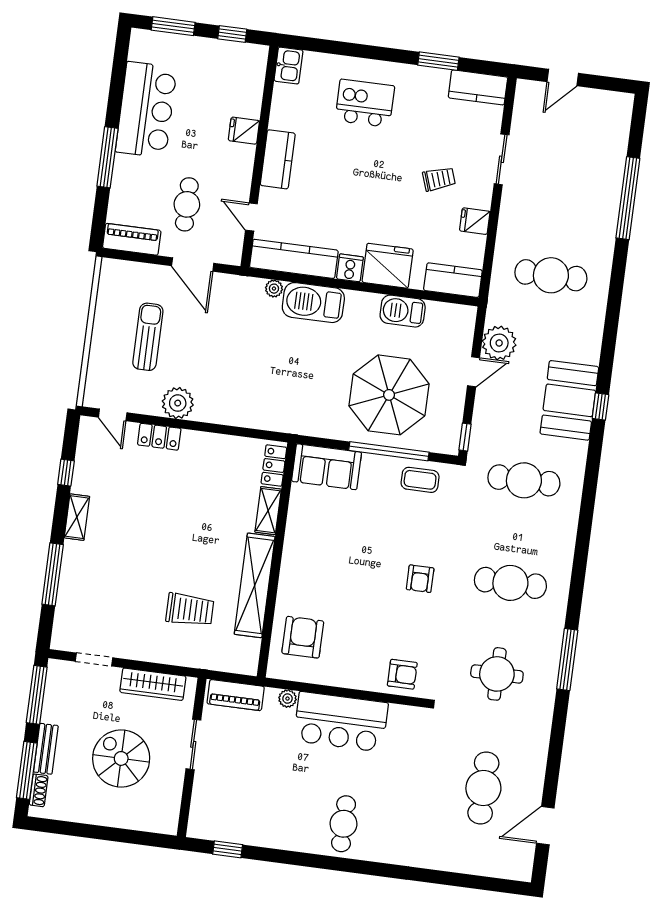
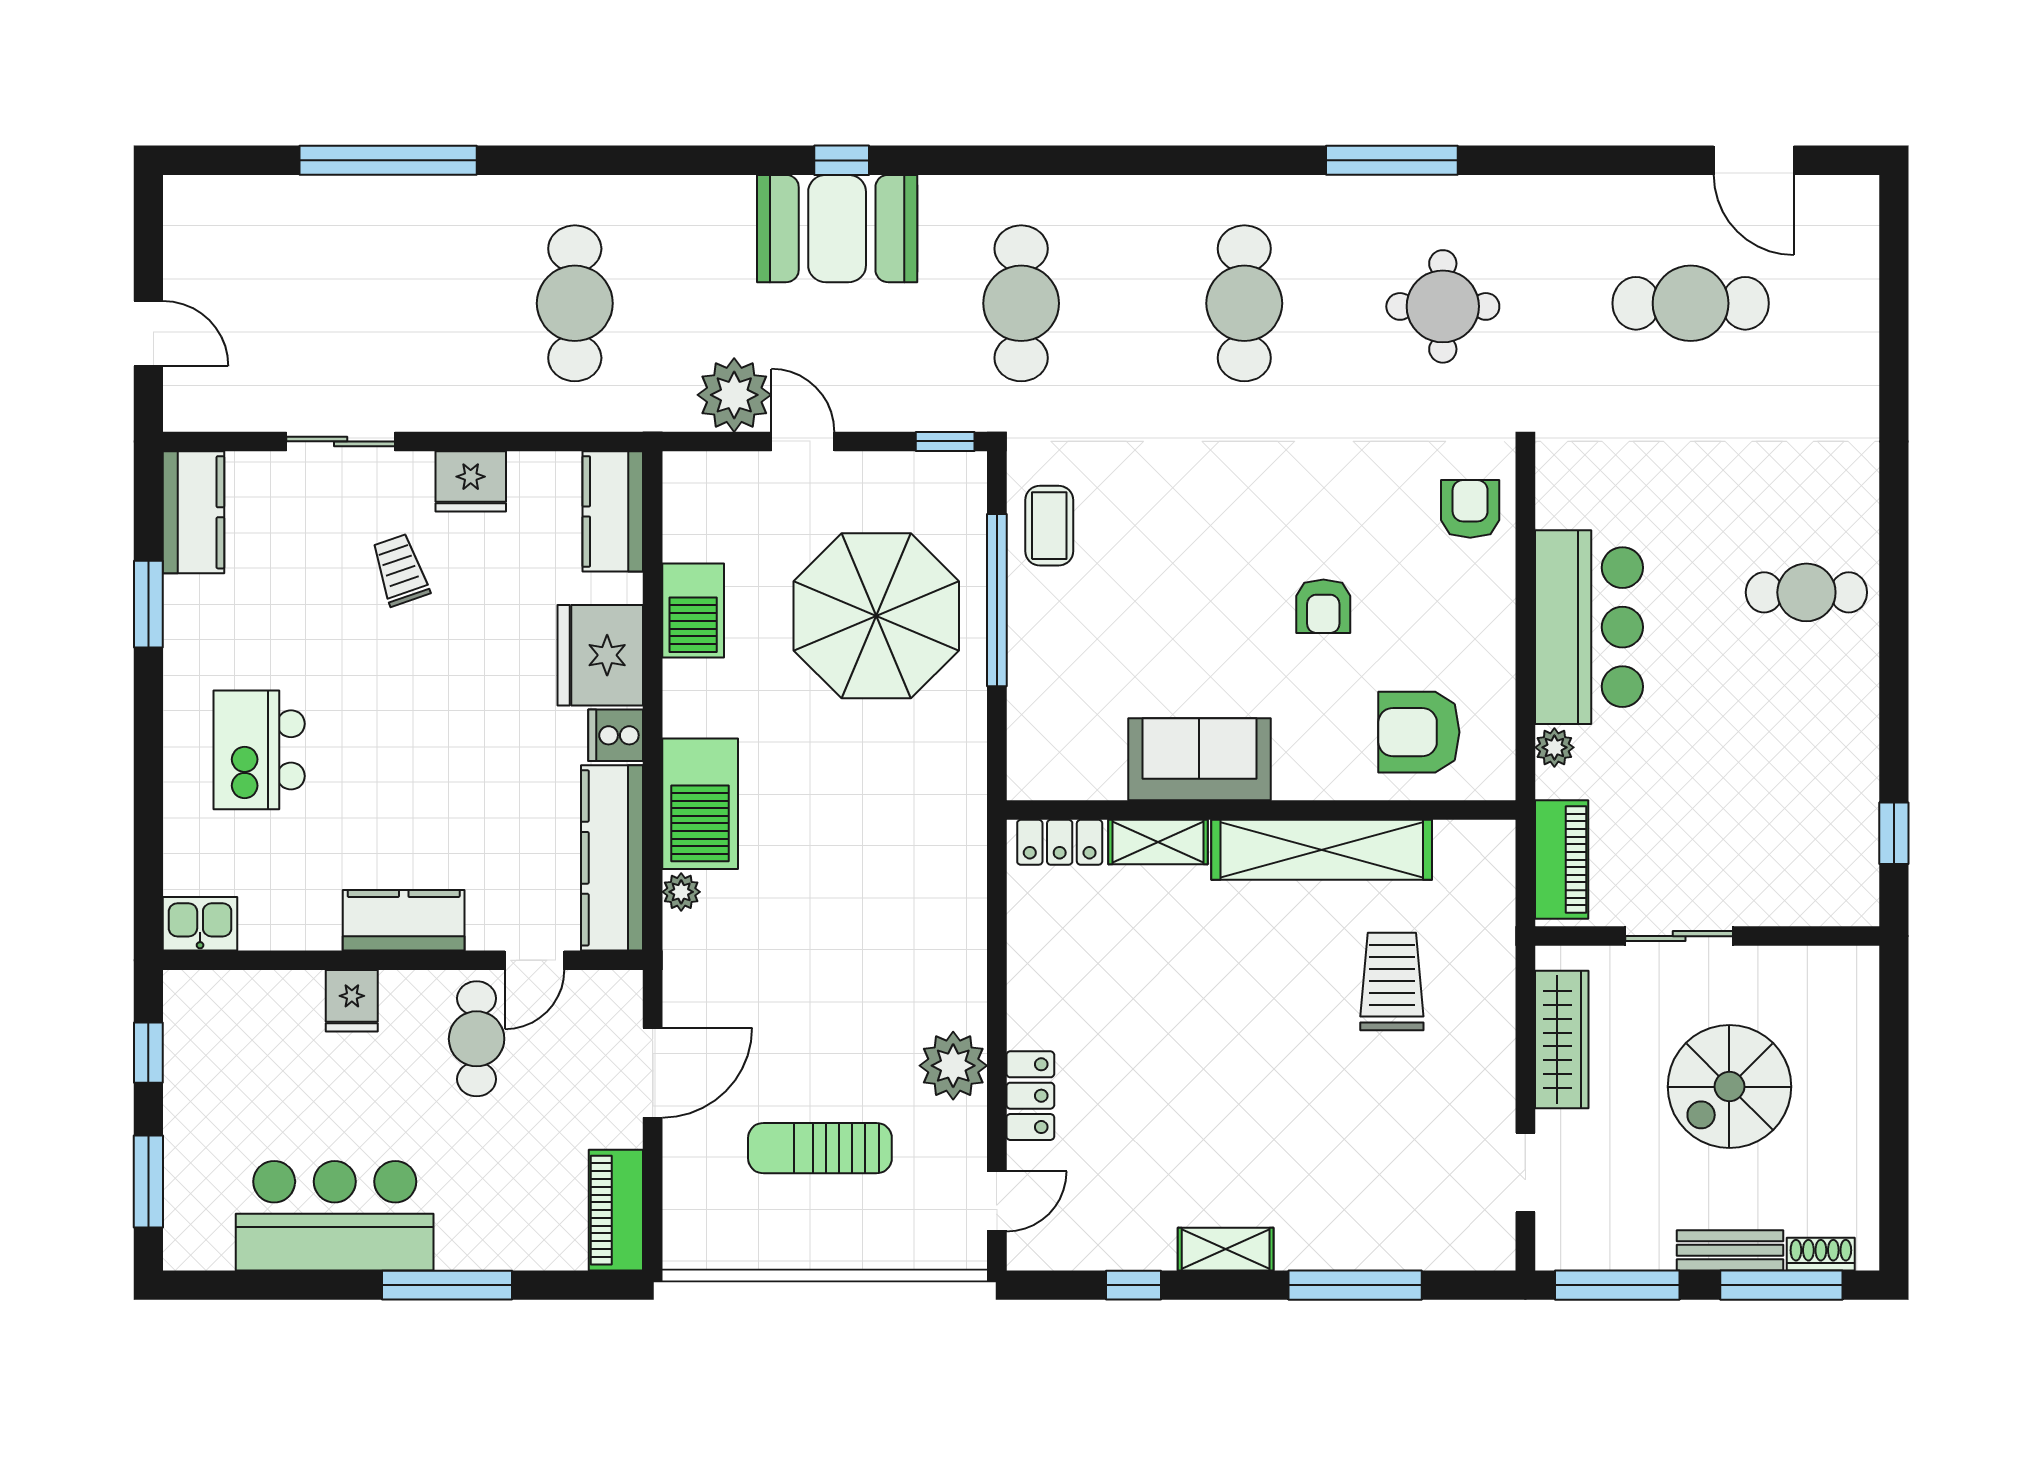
cafe table: (187, 204) -> (477, 1039), moved, turned 90
fridge: (475, 221) -> (471, 481), width x1.38
sofa: (327, 467) -> (1199, 759), moved, turned -90
armchair: (420, 579) -> (1323, 606), moved, turned 90

